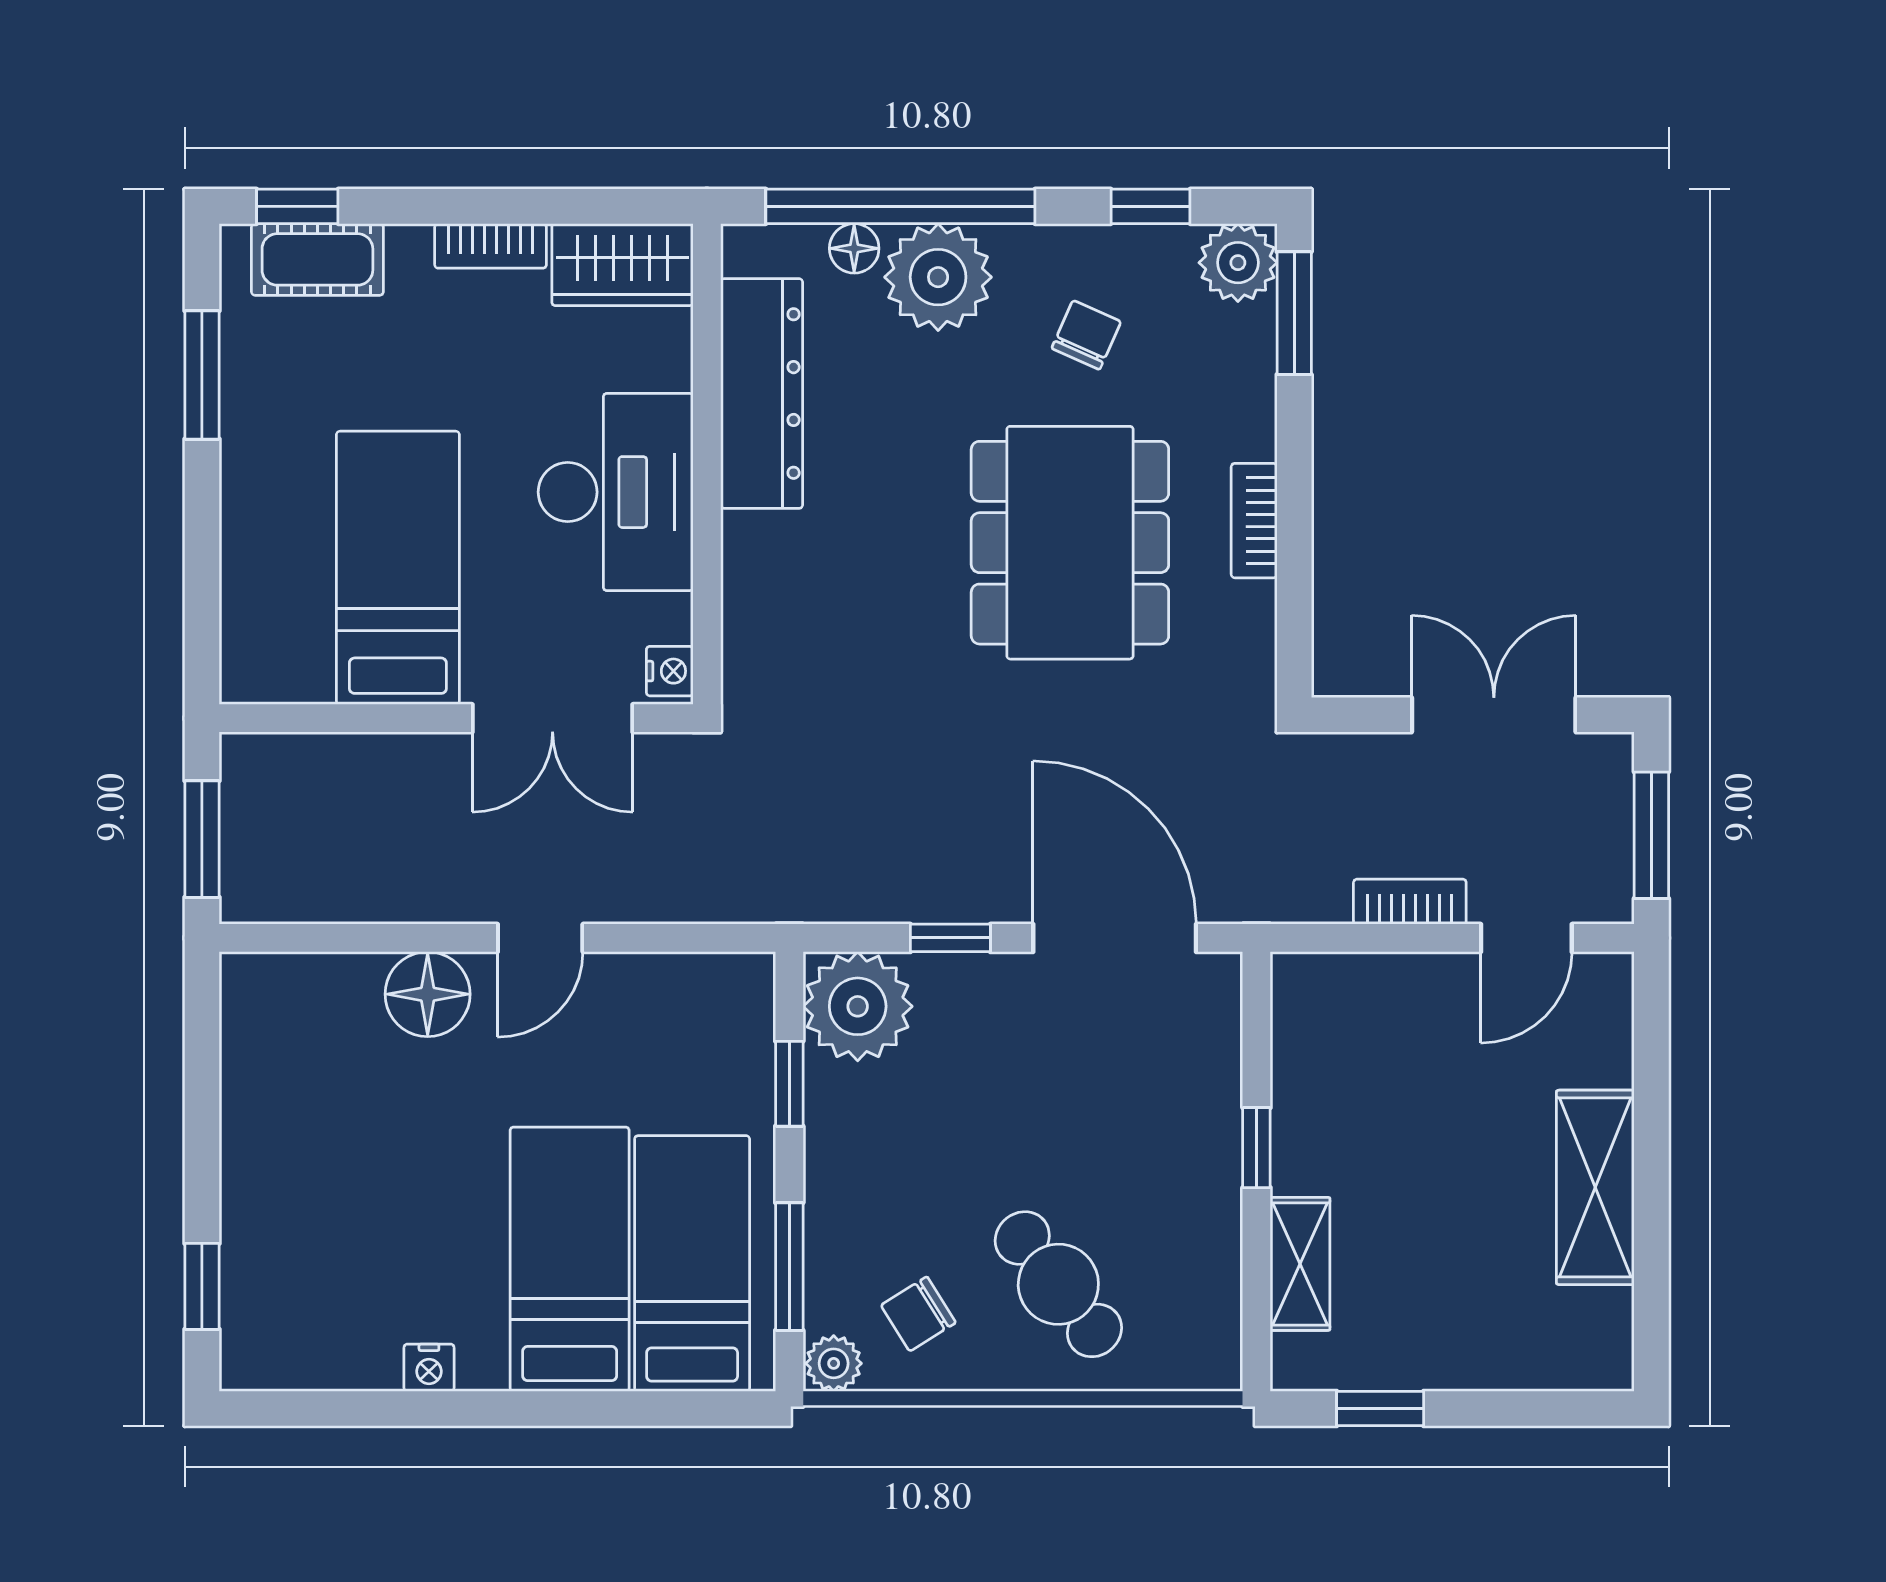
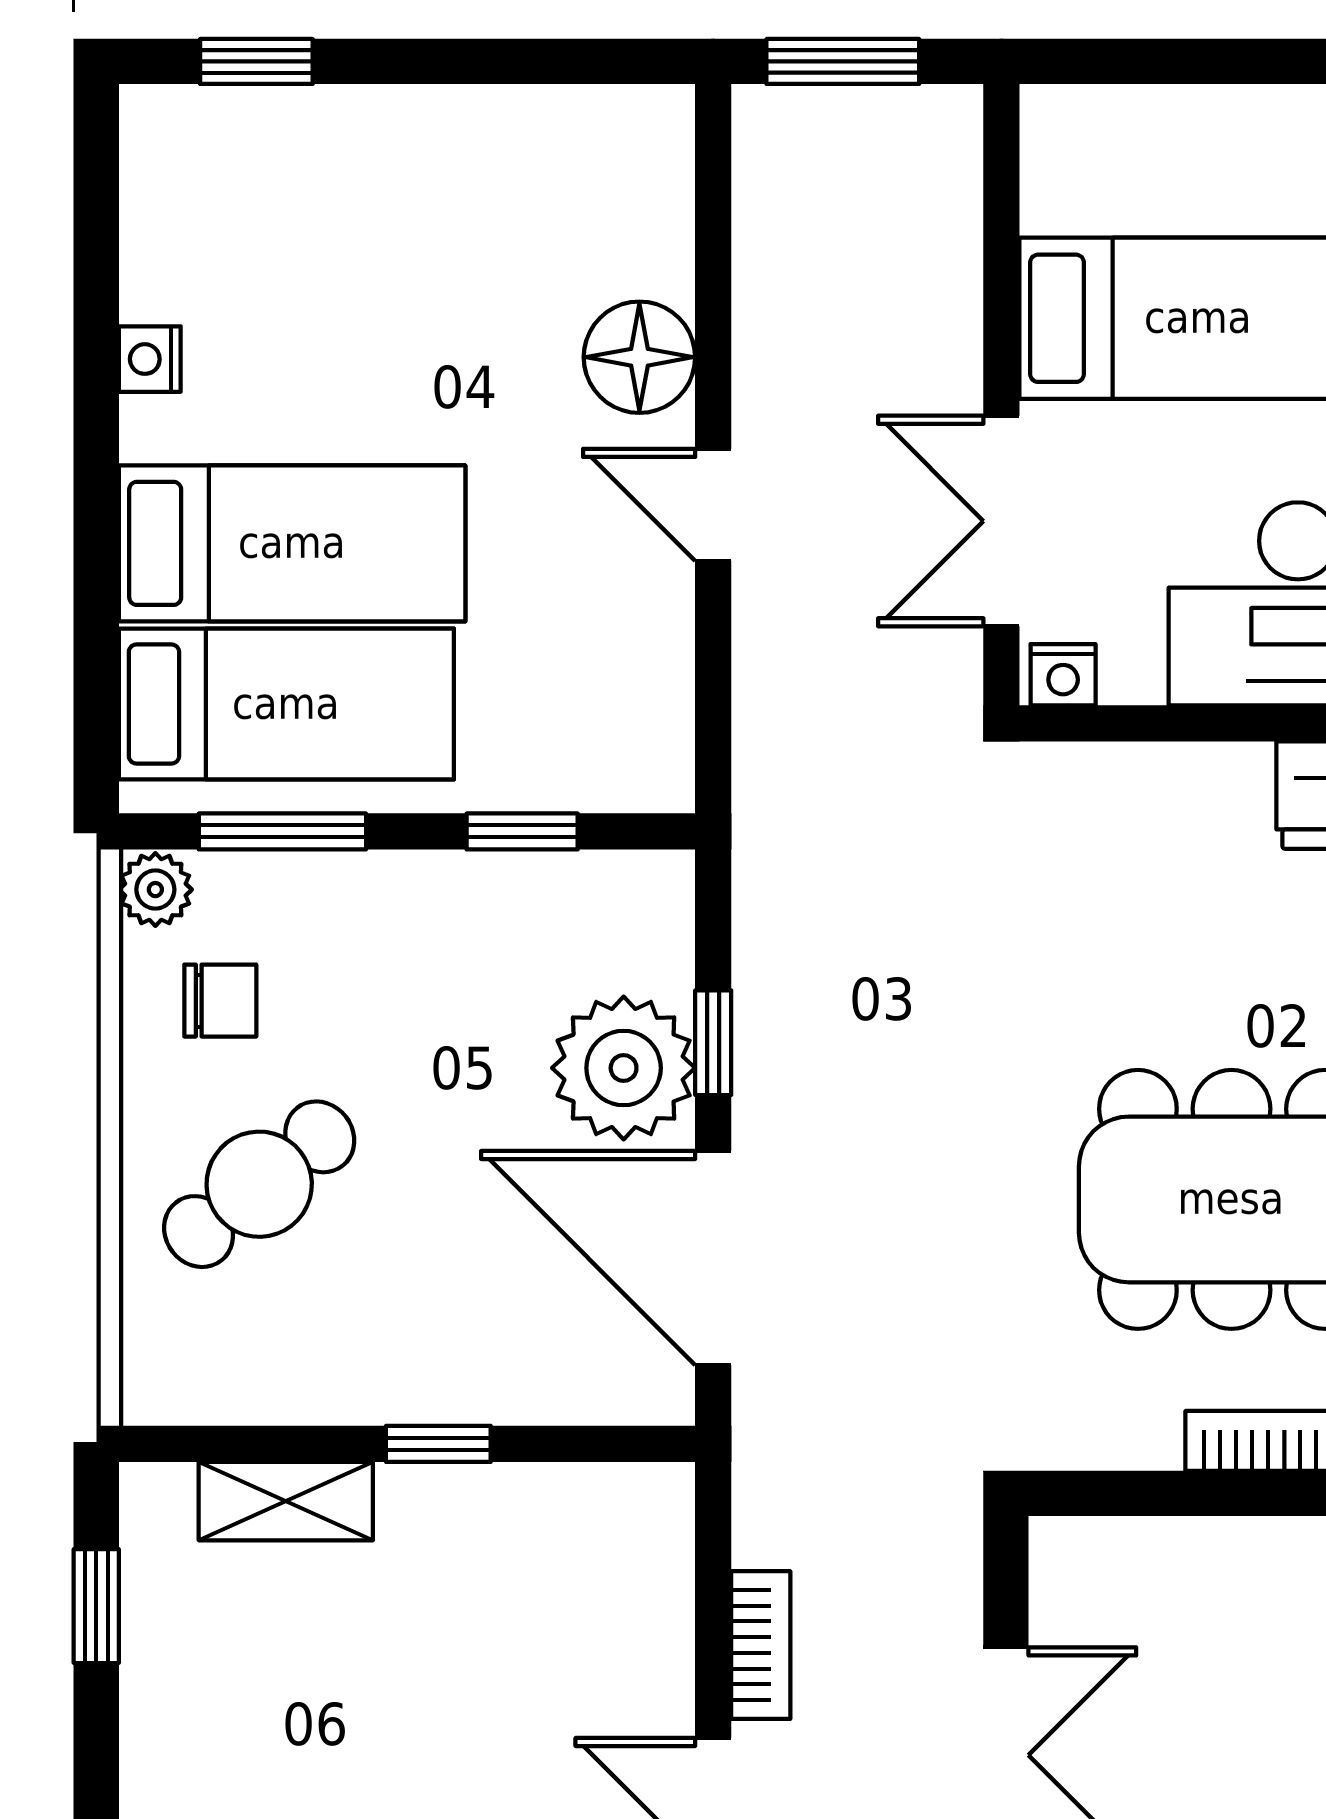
door: (1115, 938) -> (713, 1258), swing flipped
plant: (858, 1006) -> (624, 1068), moved
chair: (918, 1314) -> (220, 1001), turned 122

